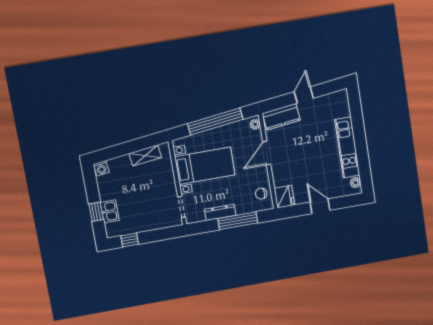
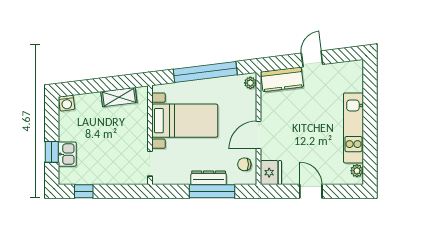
door: (267, 153) -> (258, 135), moved
dresser: (220, 212) -> (209, 178), moved

